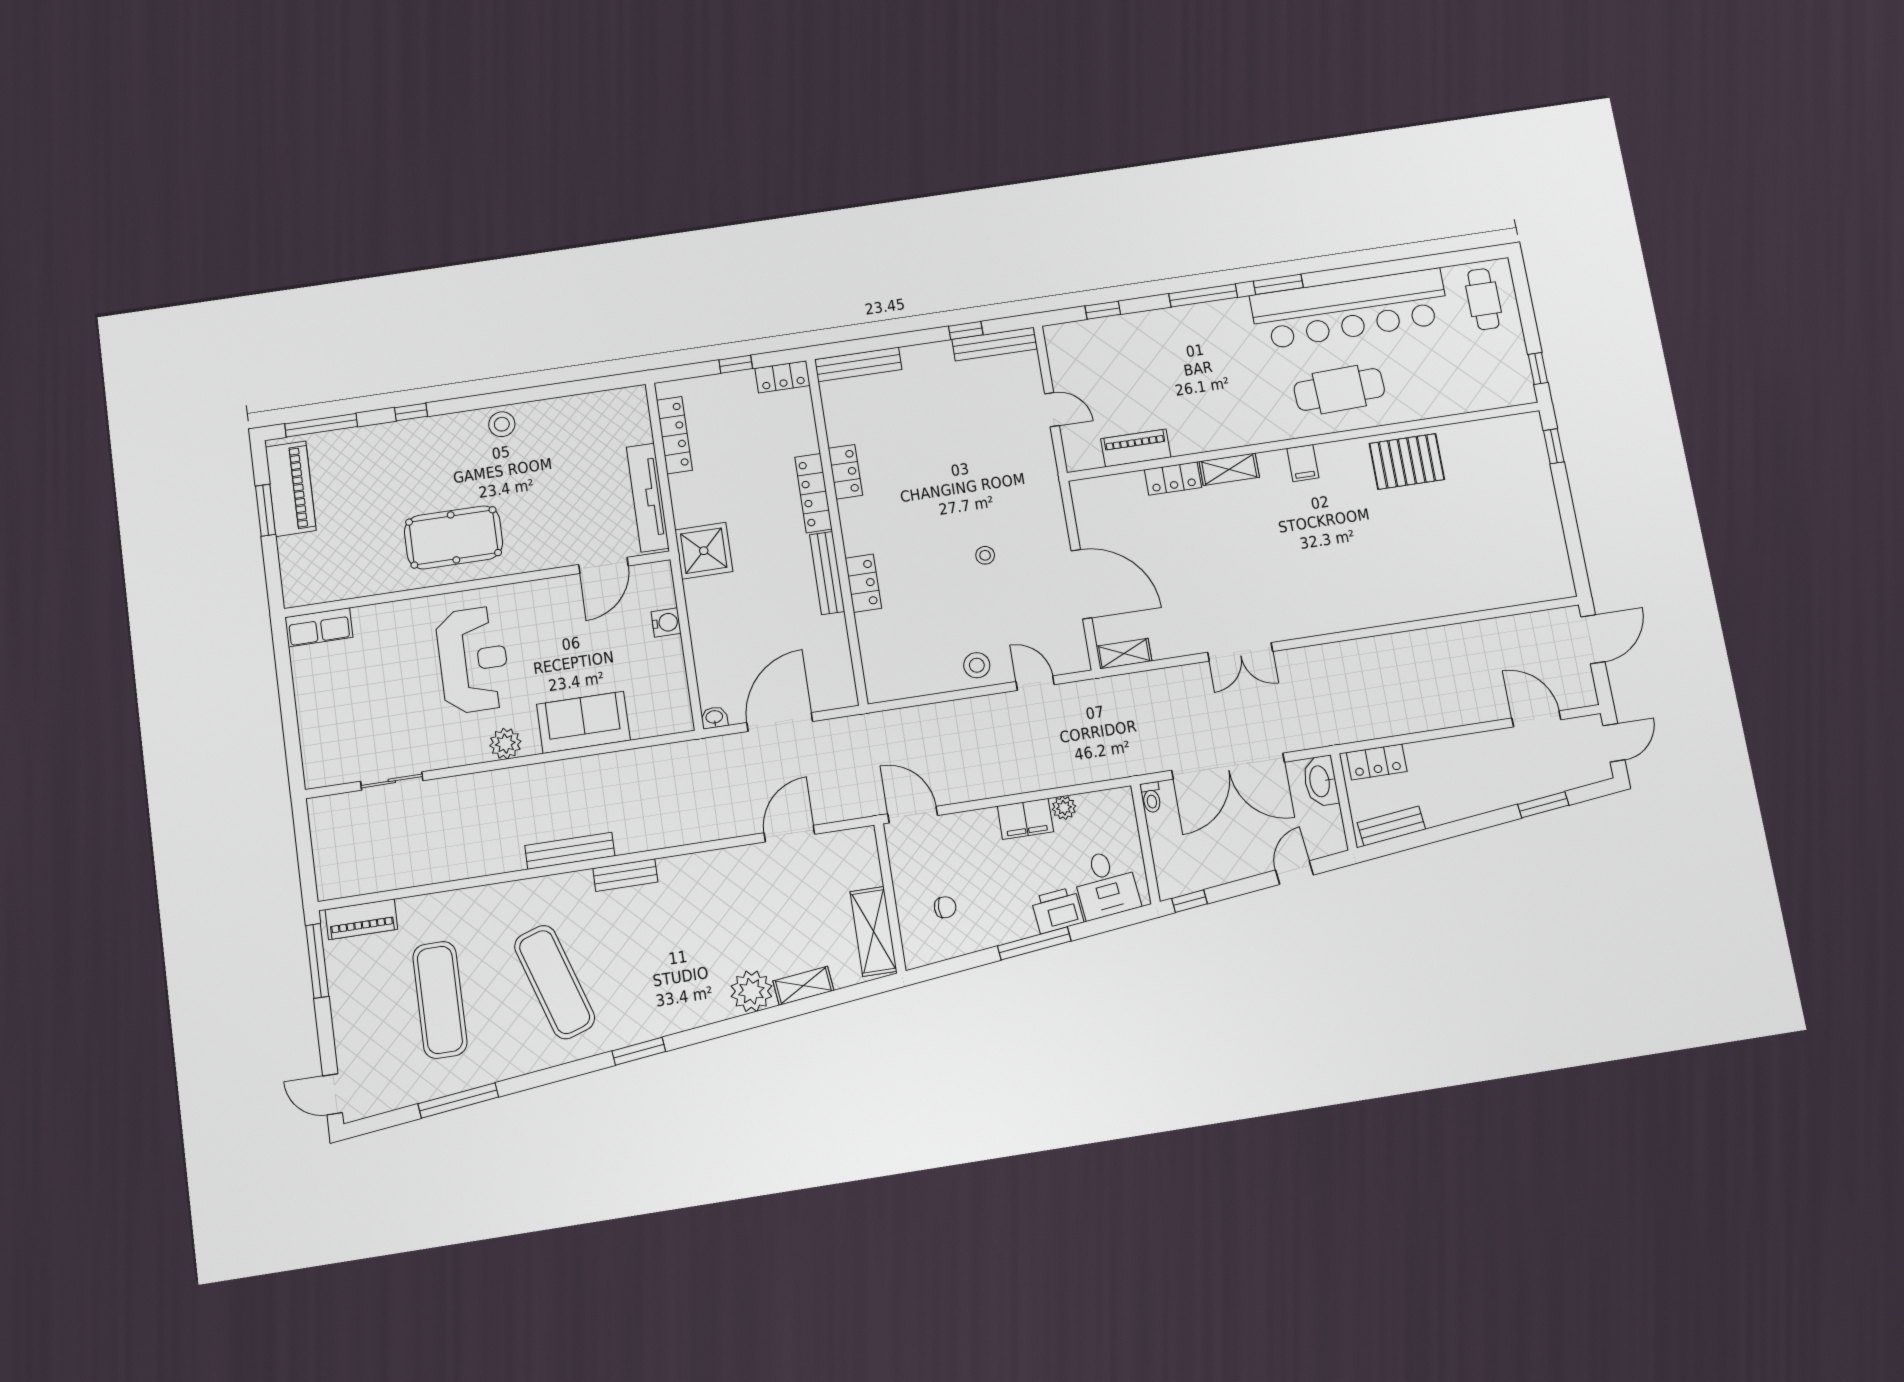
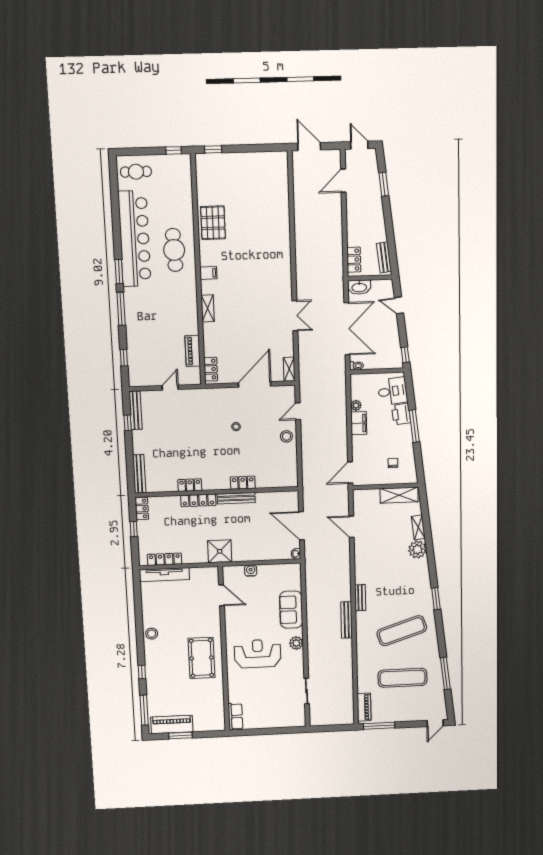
locker: (1173, 478) -> (211, 369), moved
tv unit: (648, 498) -> (164, 575), moved

